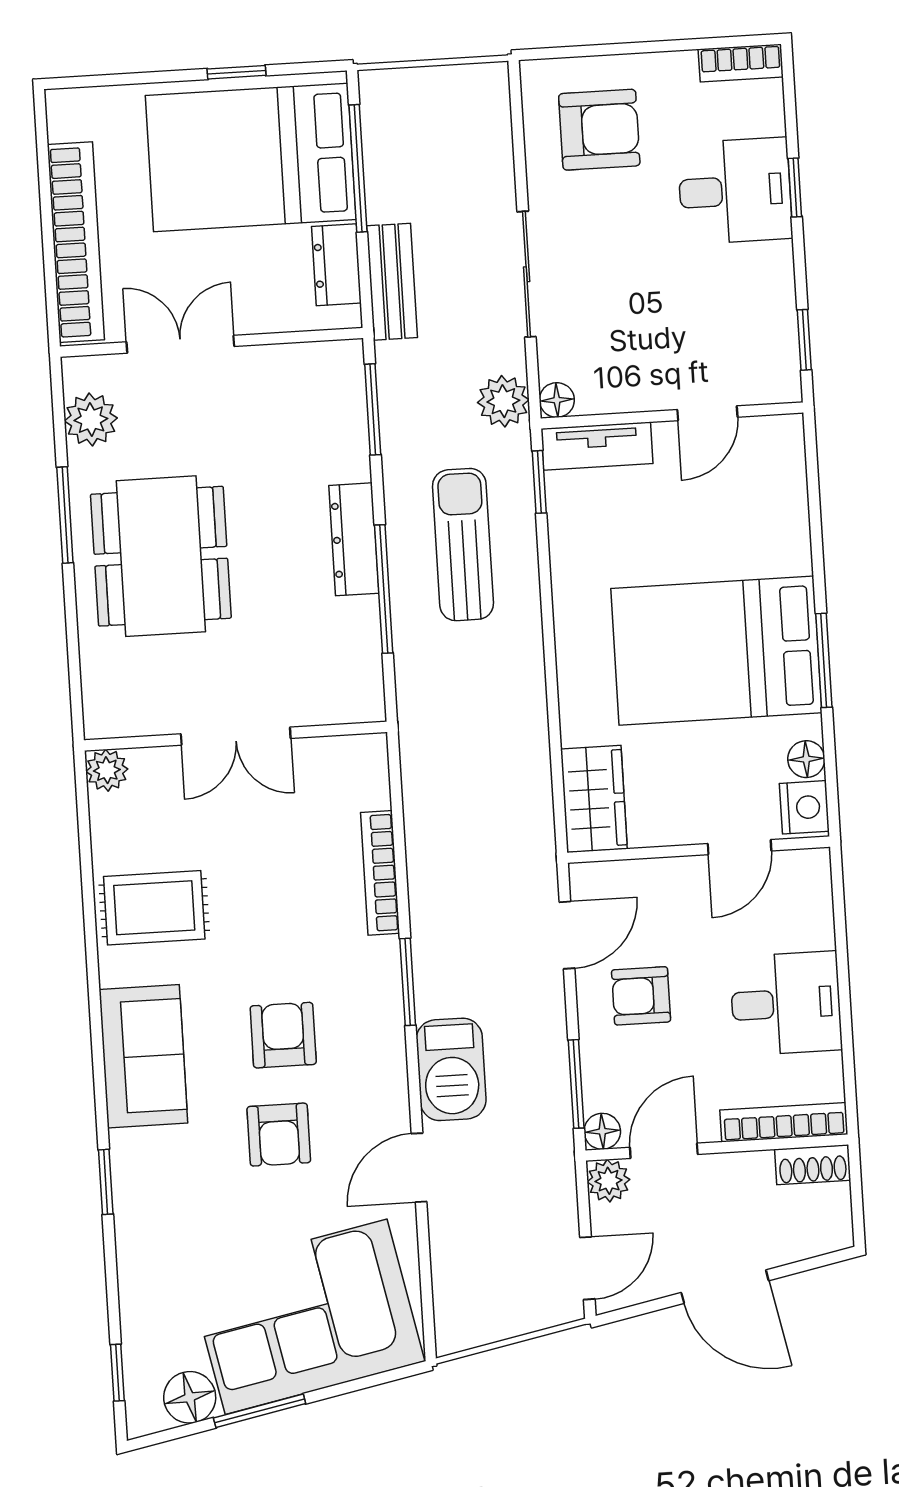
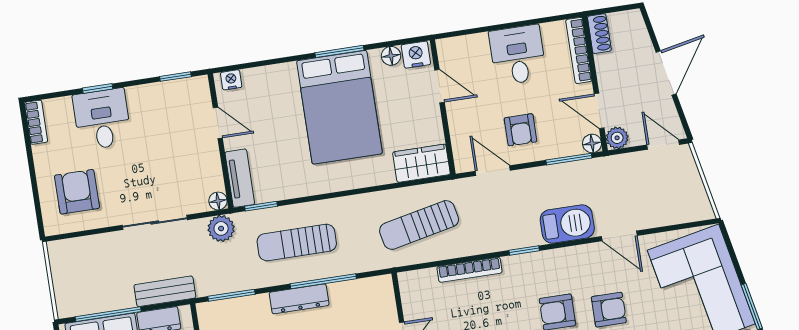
nightstand: (788, 447) -> (231, 80), added
sun lounger: (475, 783) -> (419, 225), added
window: (408, 982) -> (524, 250), width x0.67

